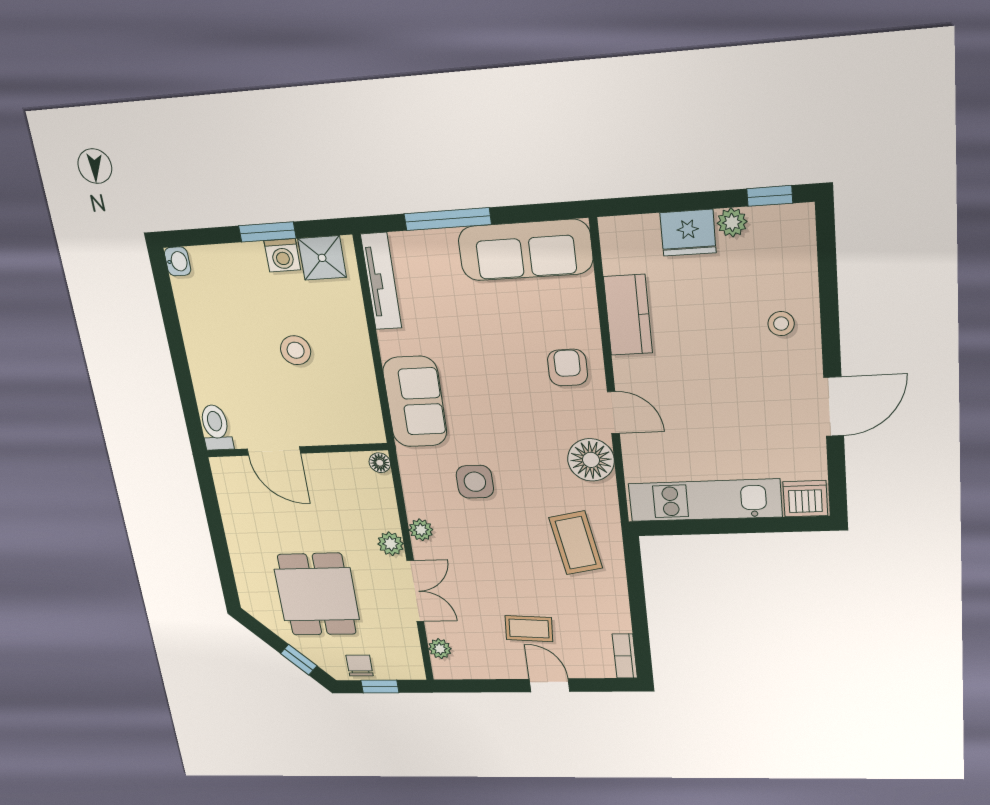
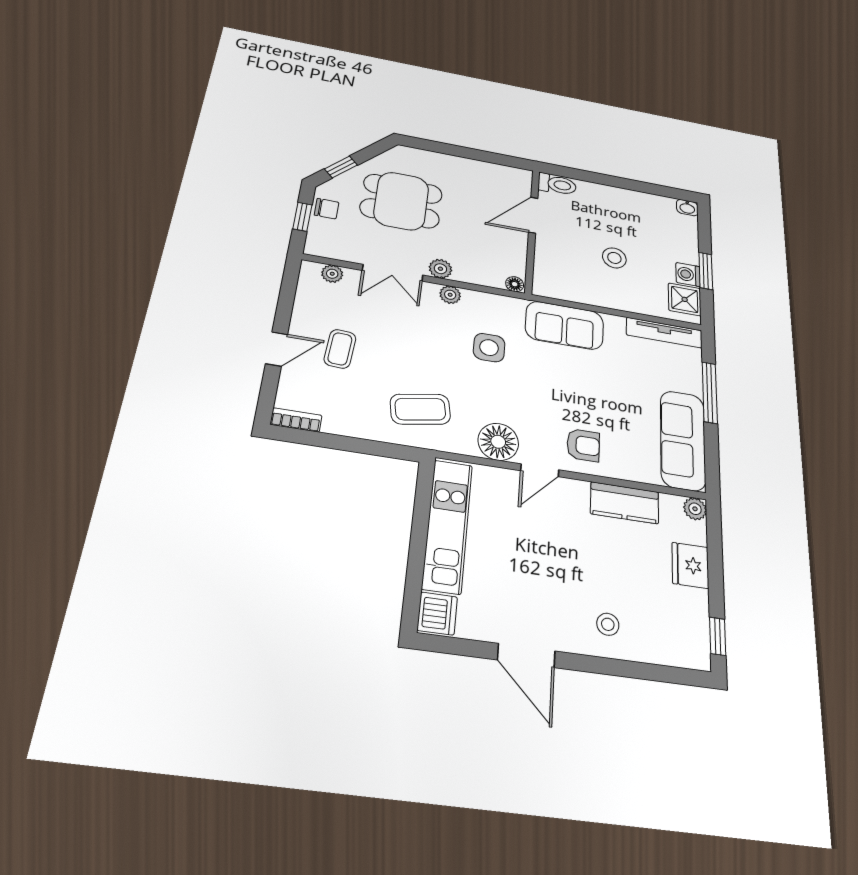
plant: (732, 222) -> (695, 509), moved

